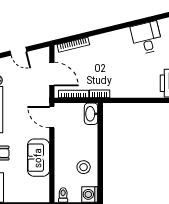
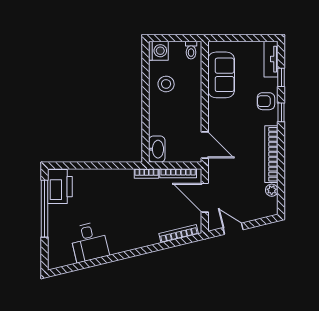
door: (18, 51) -> (233, 229), moved
sofa: (38, 158) -> (221, 75), moved

